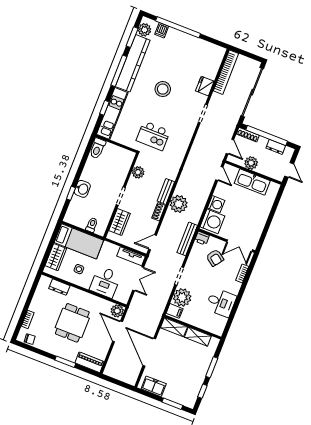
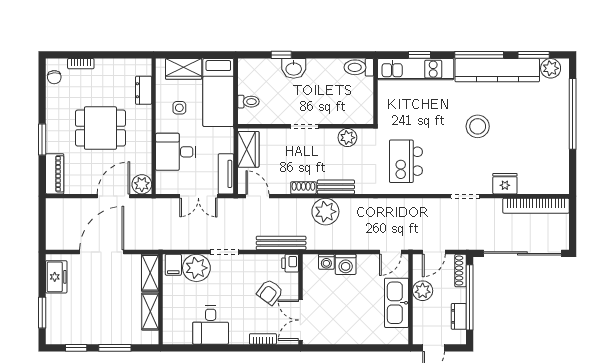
dishwasher: (162, 30) -> (559, 93), removed
kitchen island: (153, 136) -> (406, 161), moved
washing machine: (212, 221) -> (326, 262), width x0.53, depth x0.53
wardrobe: (119, 222) -> (248, 149), moved, turned -90

